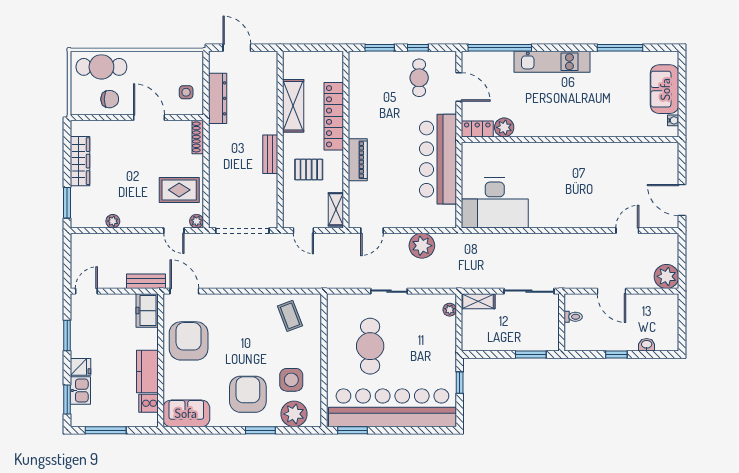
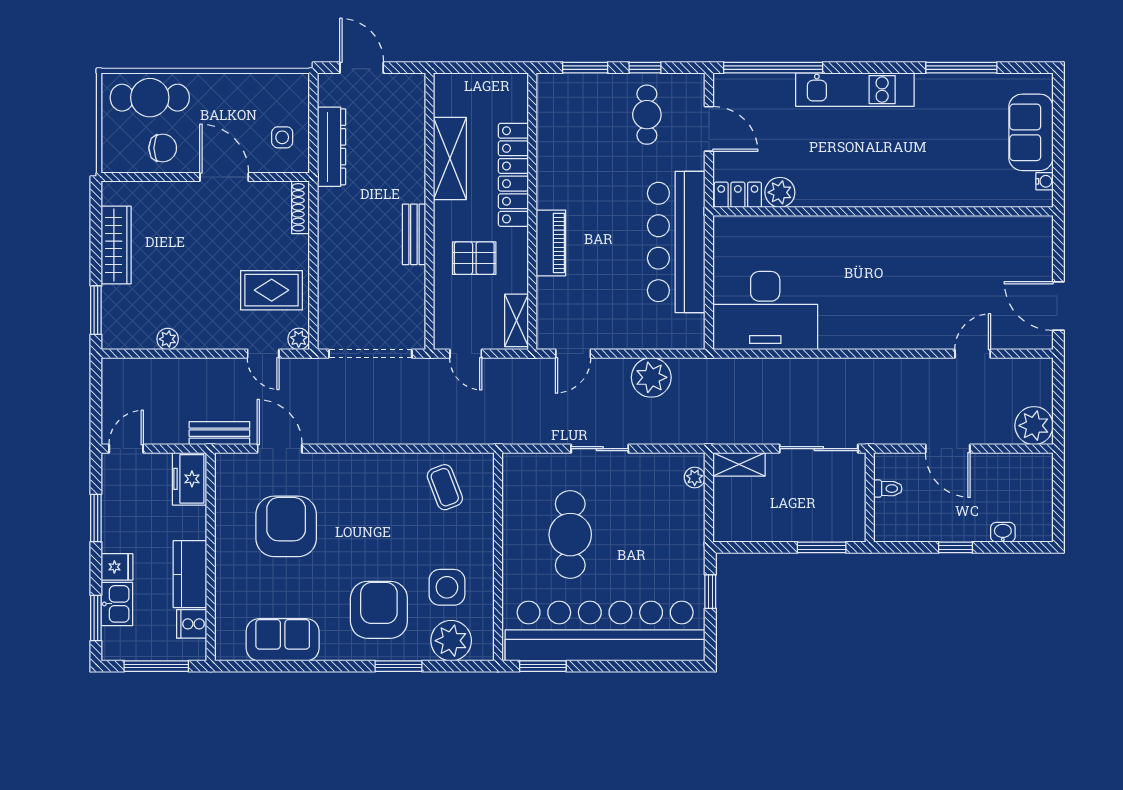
freezer: (147, 311) -> (190, 479), moved
wall: (161, 360) -> (211, 557), moved
kitchen counter: (147, 371) -> (190, 574), moved
cooker: (148, 403) -> (192, 624), moved

